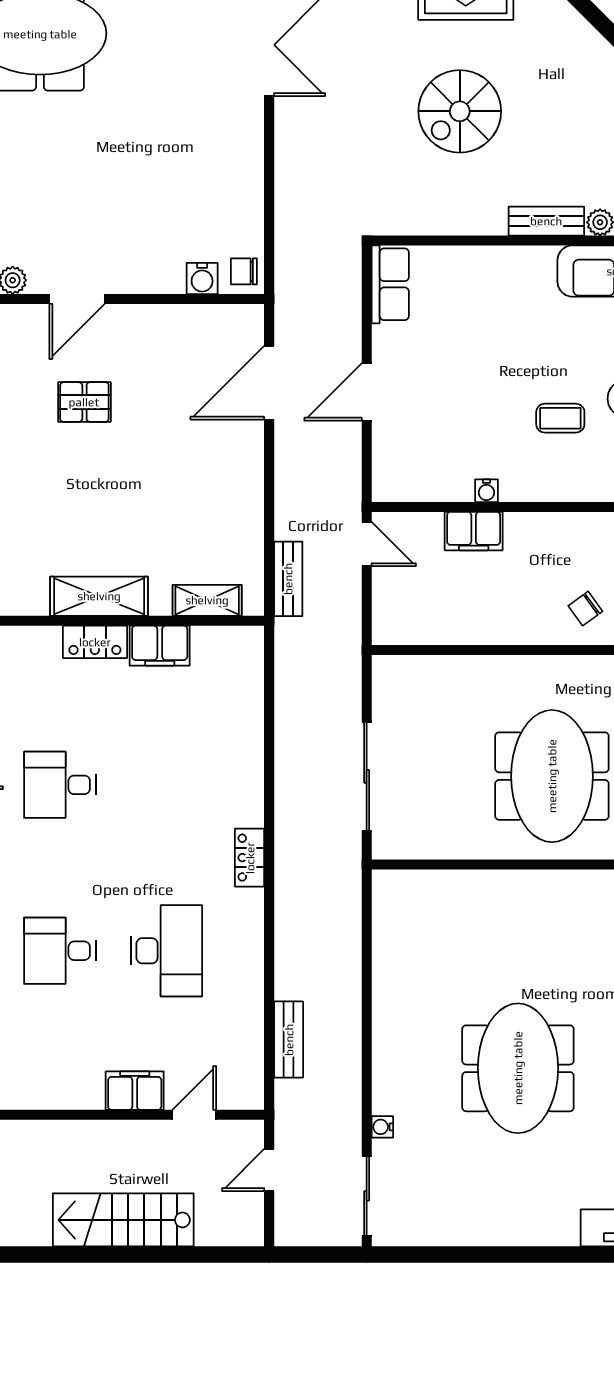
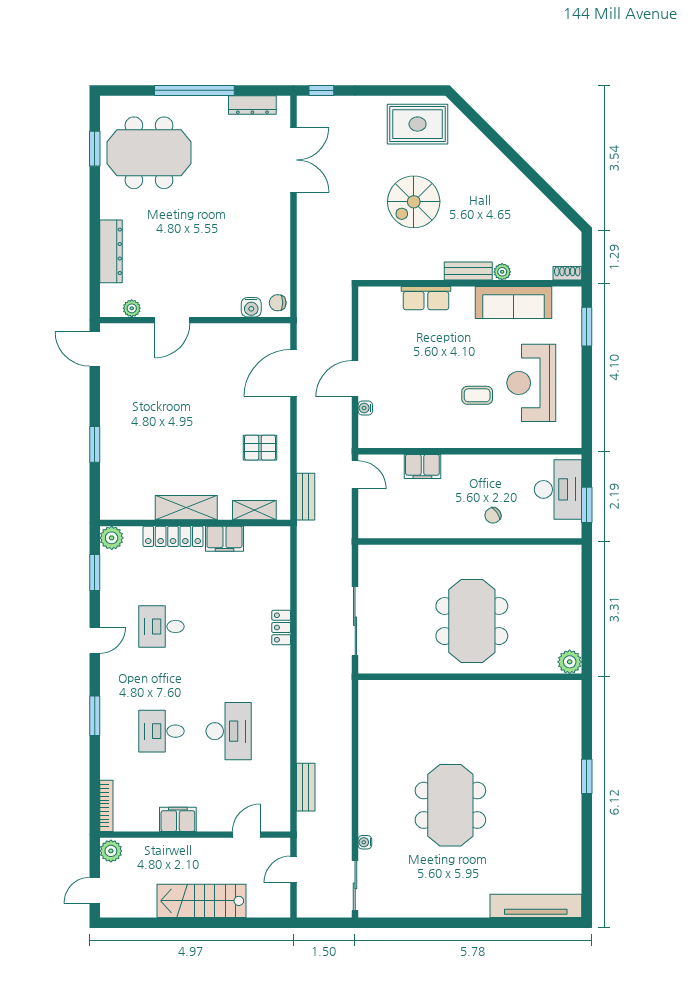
row of seats: (390, 284) -> (426, 298), moved, turned 90
pallet: (84, 402) -> (260, 448), moved
water cooler: (486, 491) -> (365, 408), moved, turned 90
locker: (95, 642) -> (173, 536), width x1.53
locker: (250, 858) -> (281, 627), moved
filing cabinet: (135, 1091) -> (178, 819), moved

